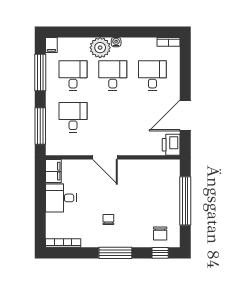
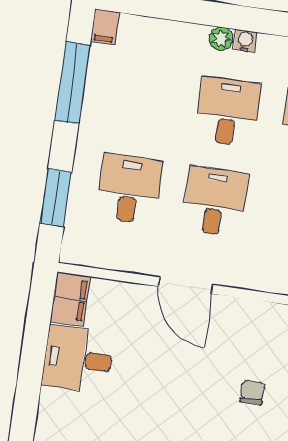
plant: (100, 48) -> (221, 39), width x0.53, depth x0.53
desk: (73, 75) -> (215, 201), moved
window: (40, 126) -> (56, 198), width x0.69
chair: (108, 220) -> (252, 392), moved

